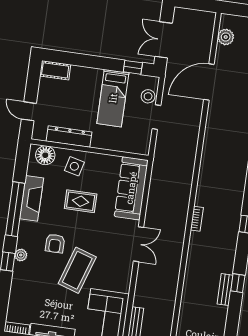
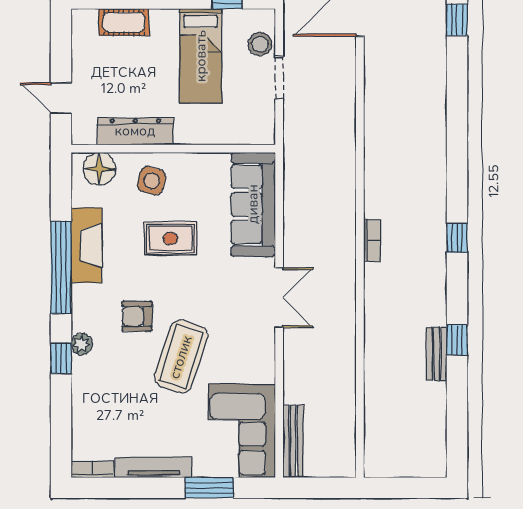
cot: (55, 70) -> (124, 22), moved
armchair: (55, 243) -> (137, 316), turned 90

